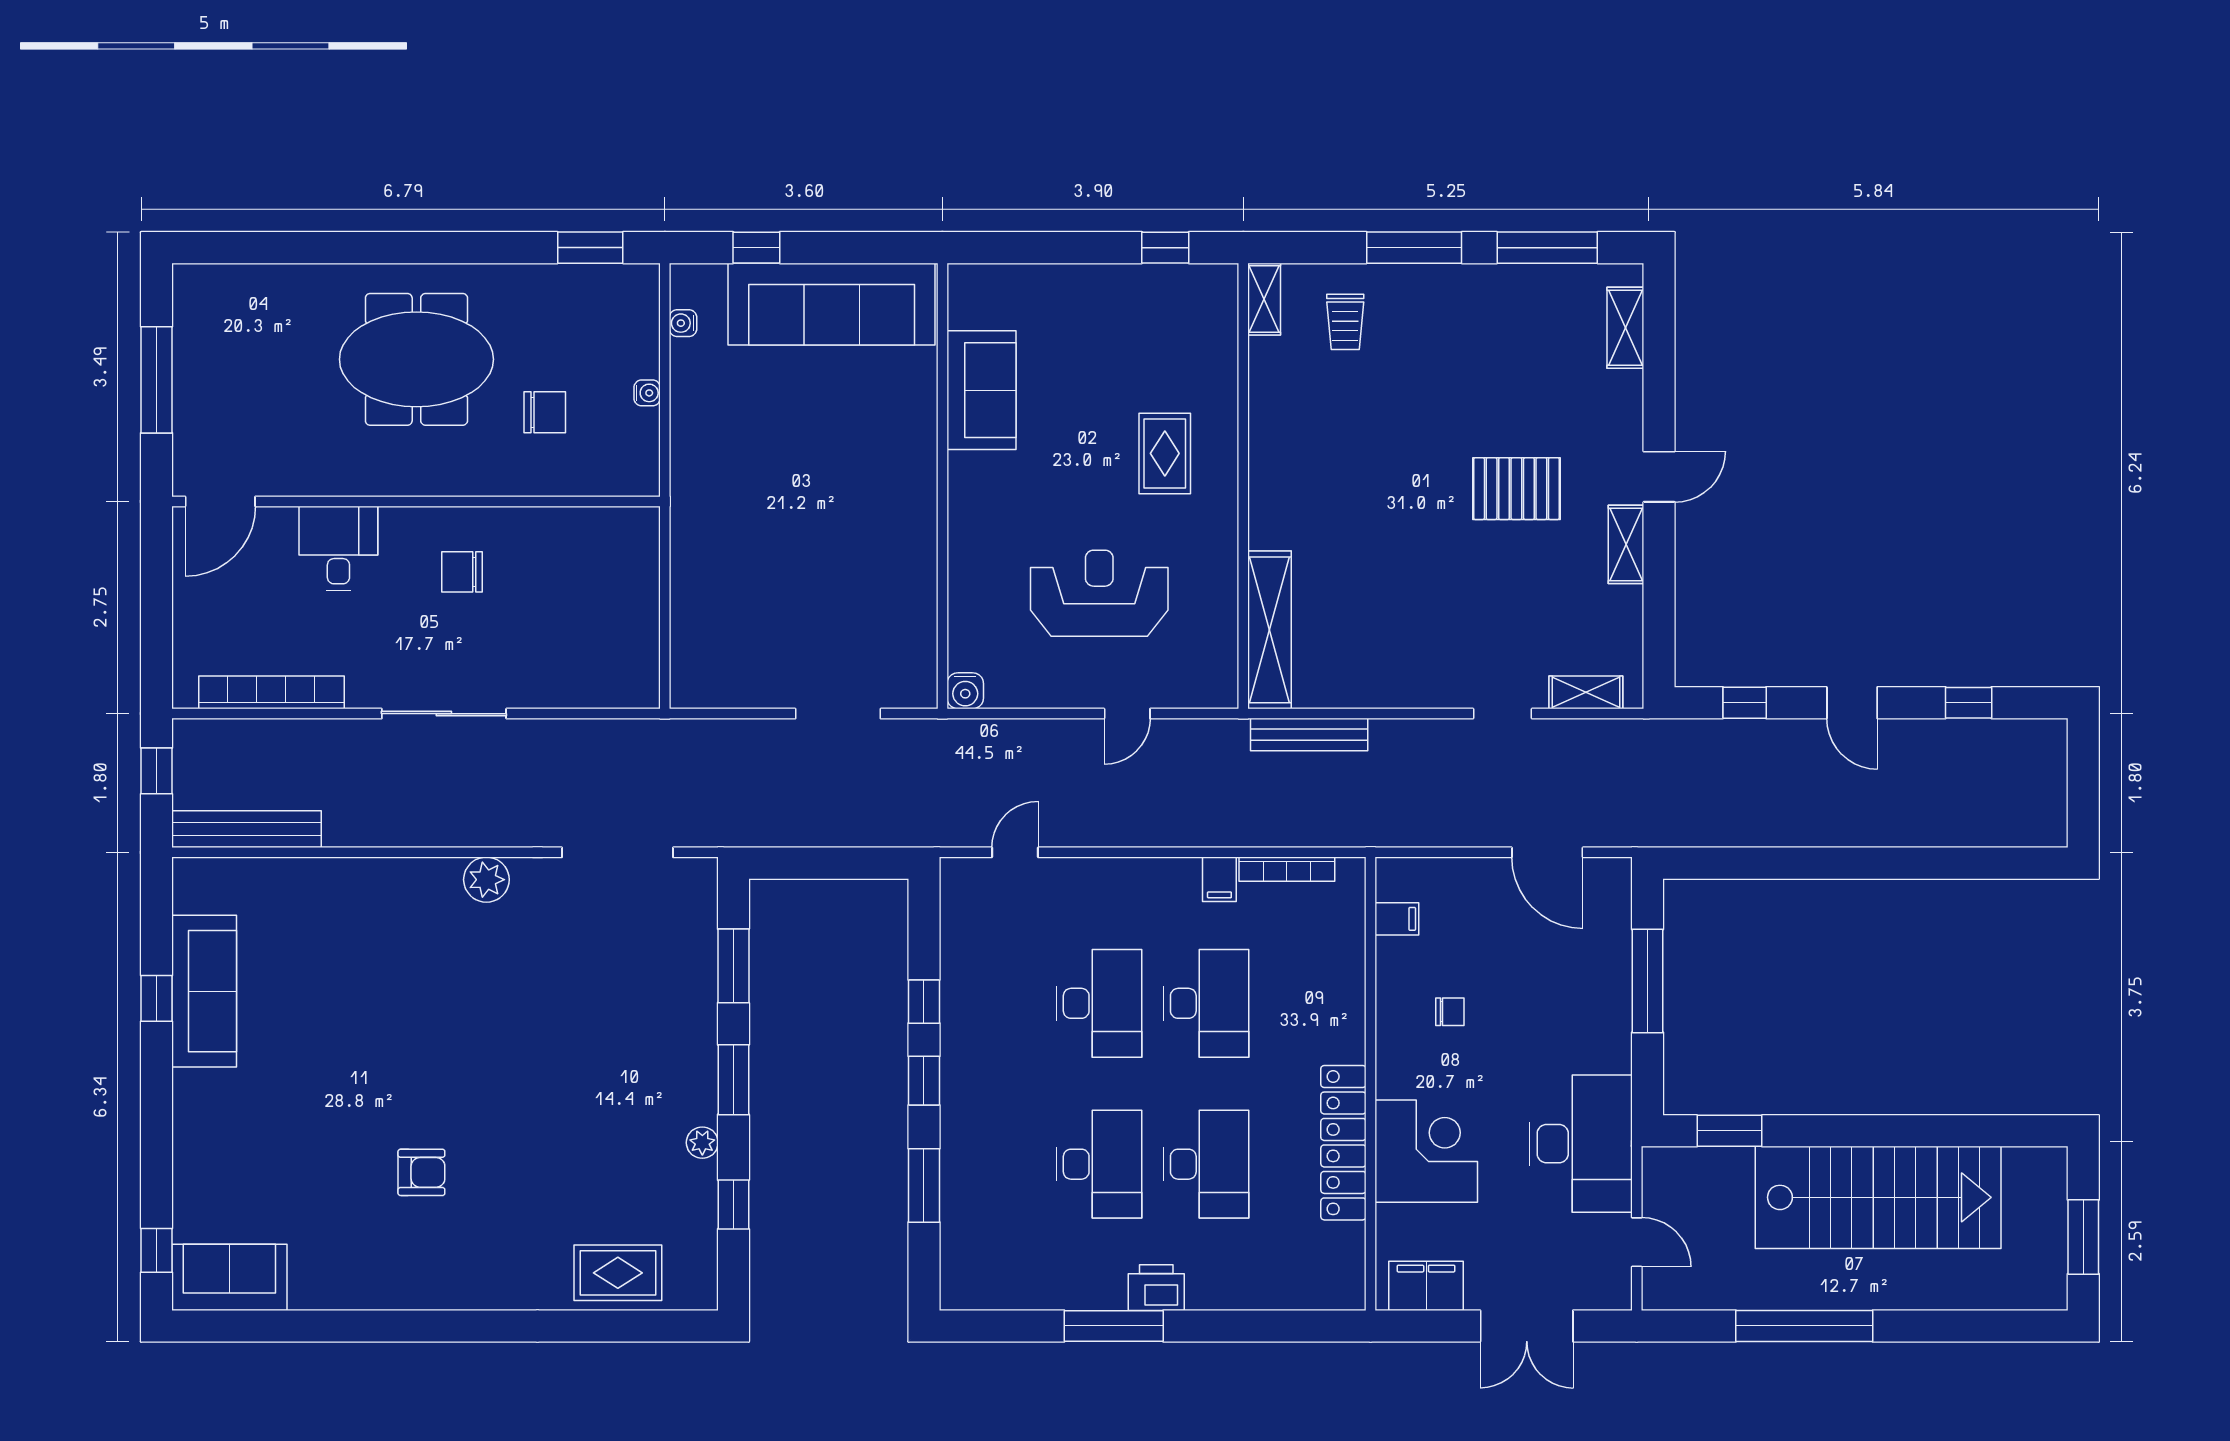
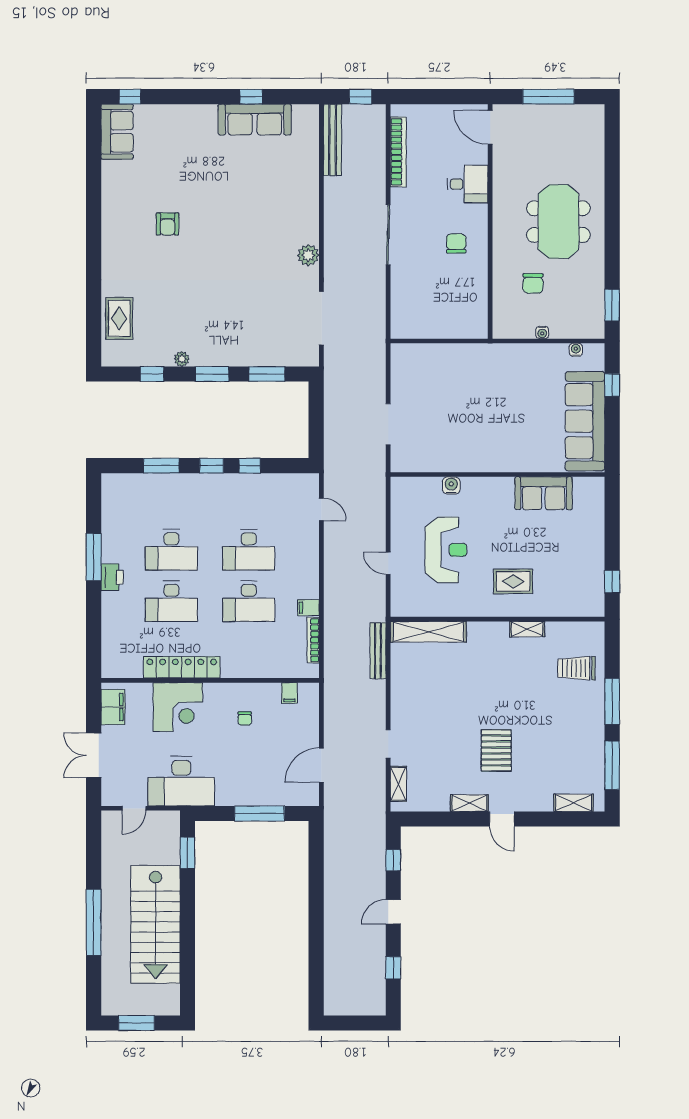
shelving: (1264, 299) -> (527, 629), moved
trolley: (1345, 322) -> (576, 668), width x1.36, depth x1.39
water cooler: (965, 691) -> (451, 485), moved, turned 90
window: (1804, 1326) -> (94, 922), moved

